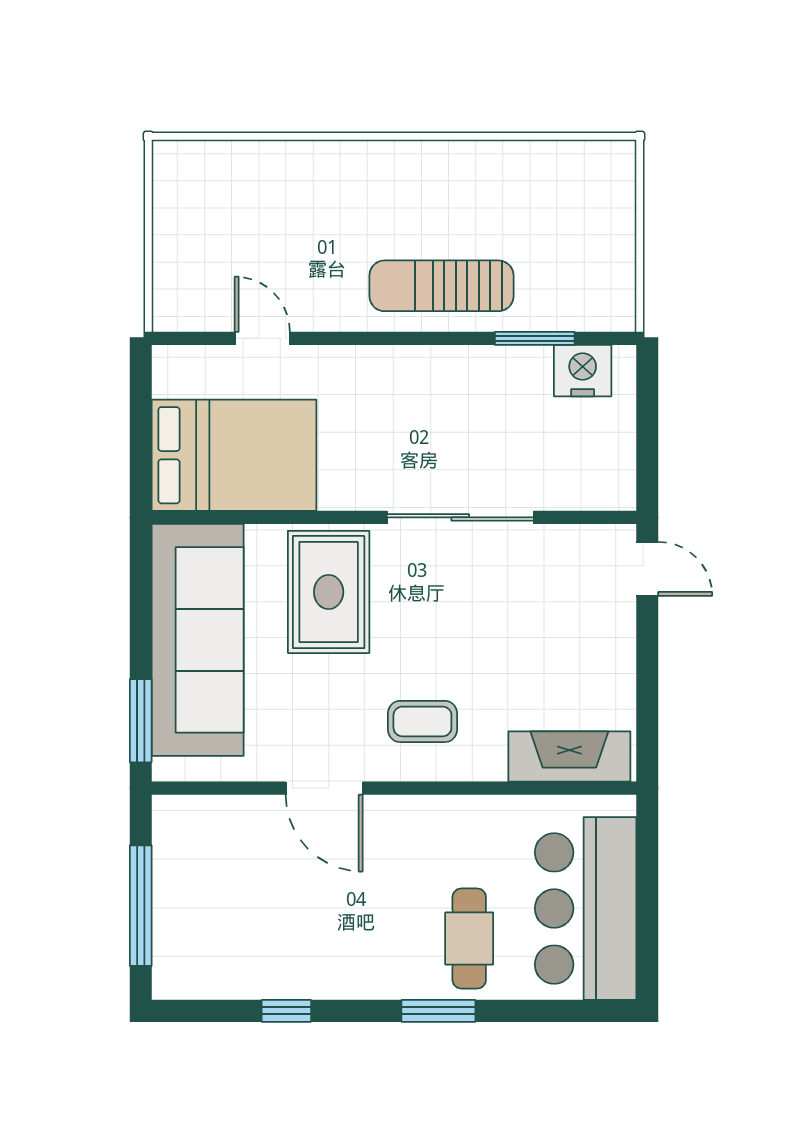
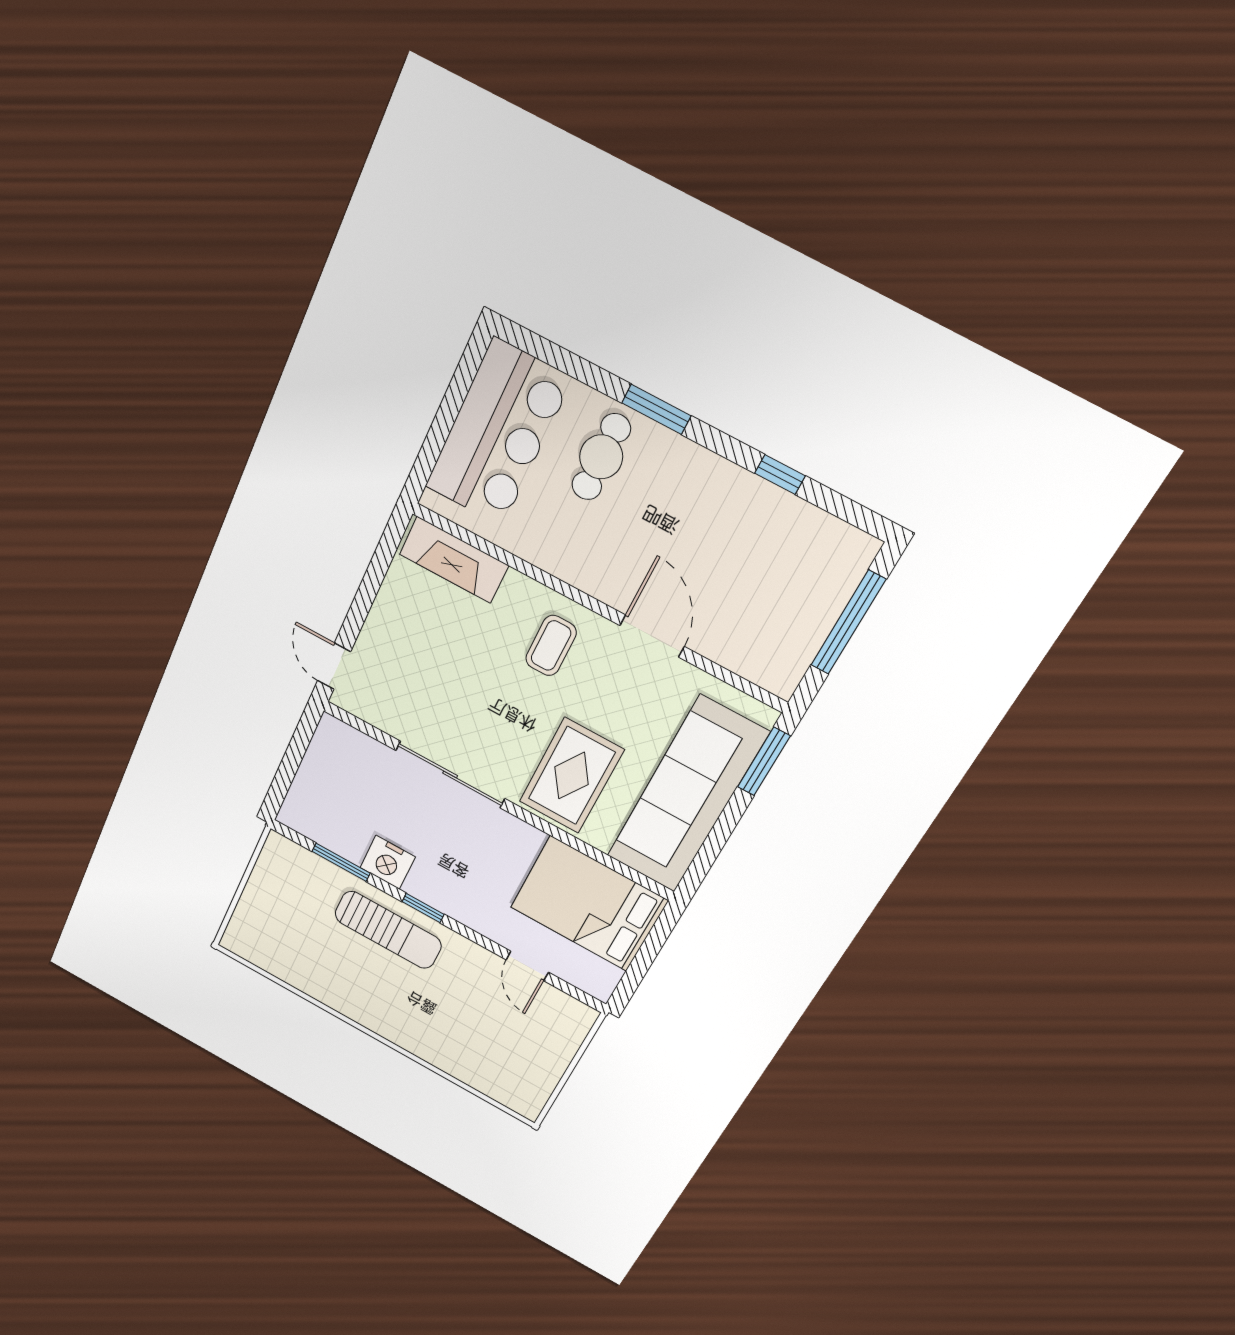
window: (414, 338) -> (423, 908), added
nightstand: (583, 371) -> (388, 862), moved
coffee table: (422, 721) -> (551, 646), turned 90

